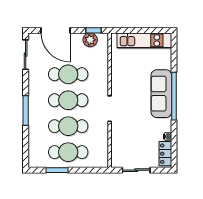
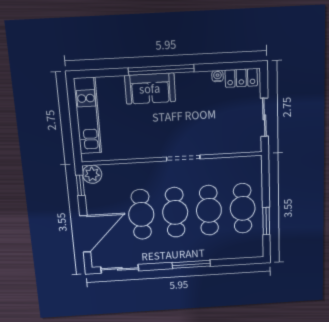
plant: (90, 40) -> (92, 174), moved
sofa: (161, 94) -> (150, 89), width x0.73

